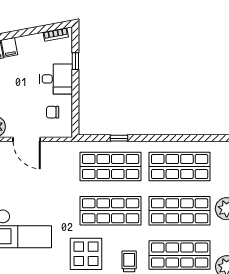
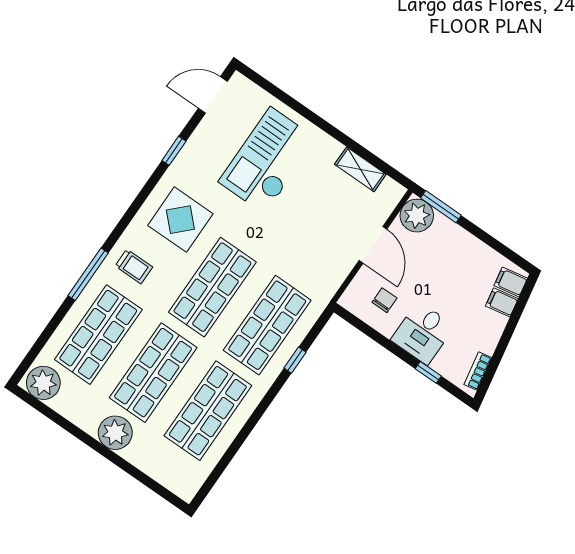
door: (27, 139) -> (373, 245), swing flipped

